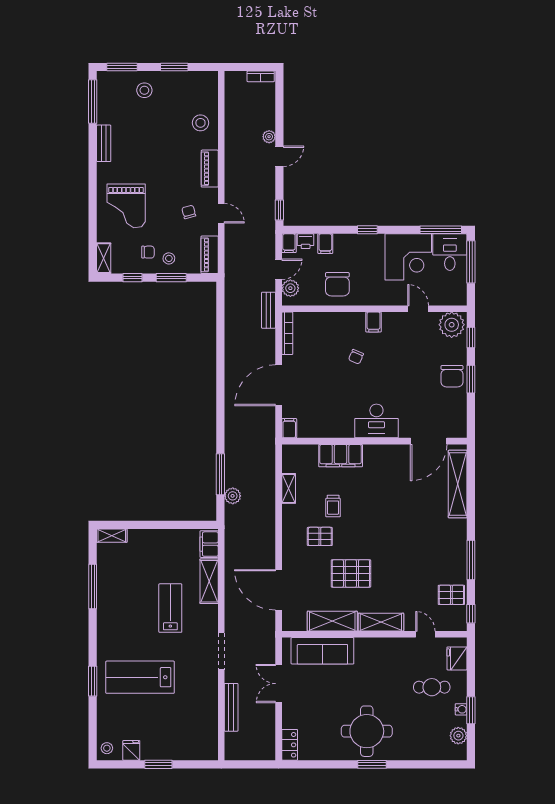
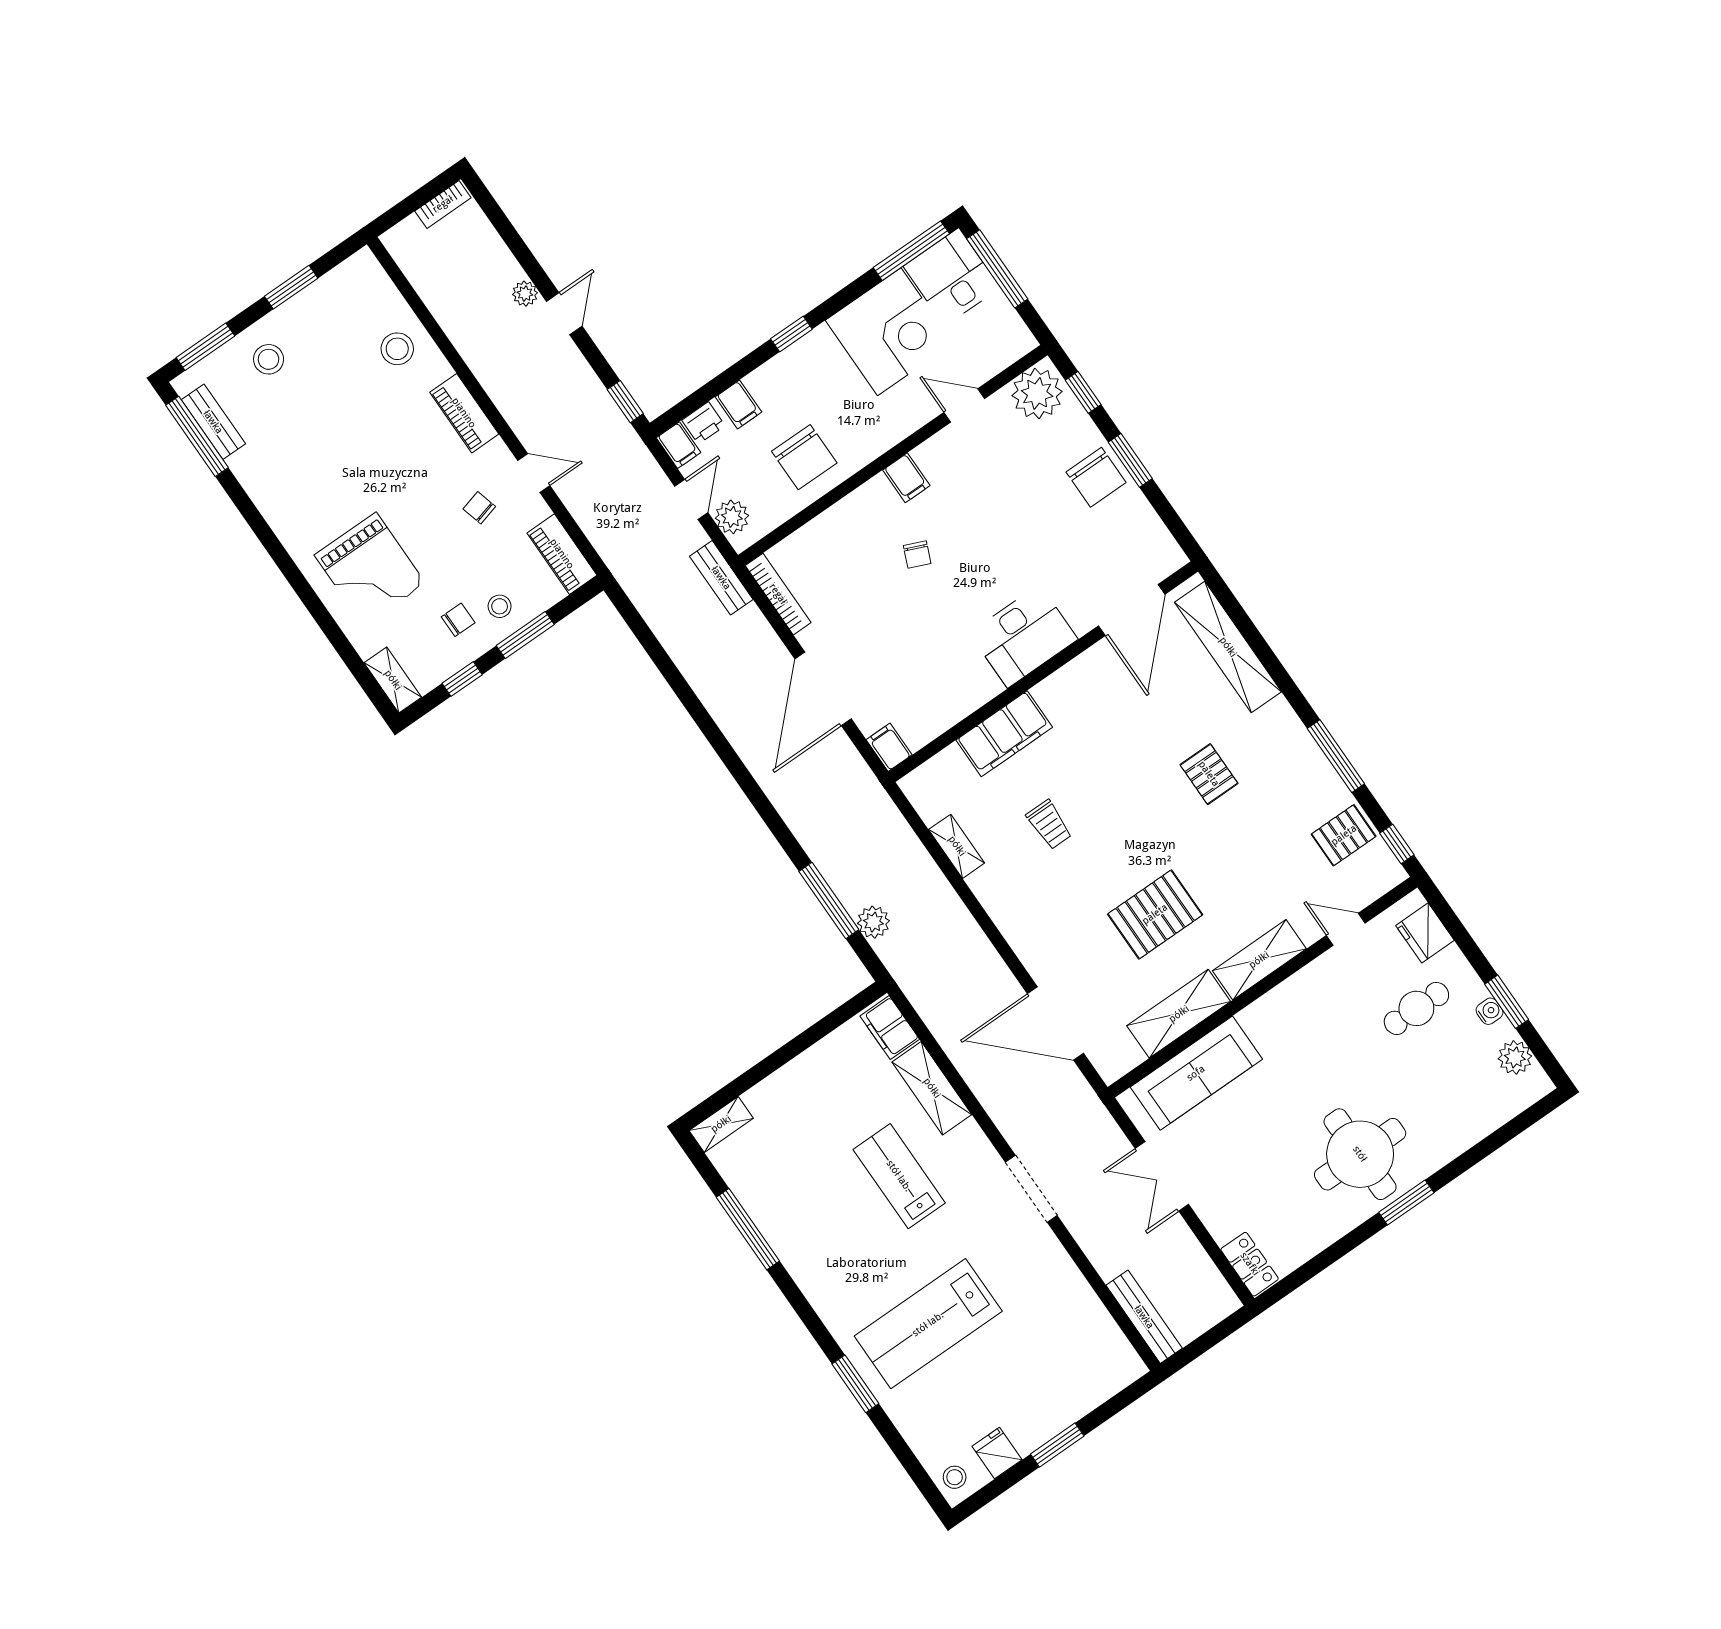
bench: (104, 143) -> (213, 422), moved
pallet: (320, 536) -> (1209, 774), moved, turned 90
bench: (231, 707) -> (1144, 1317), moved

